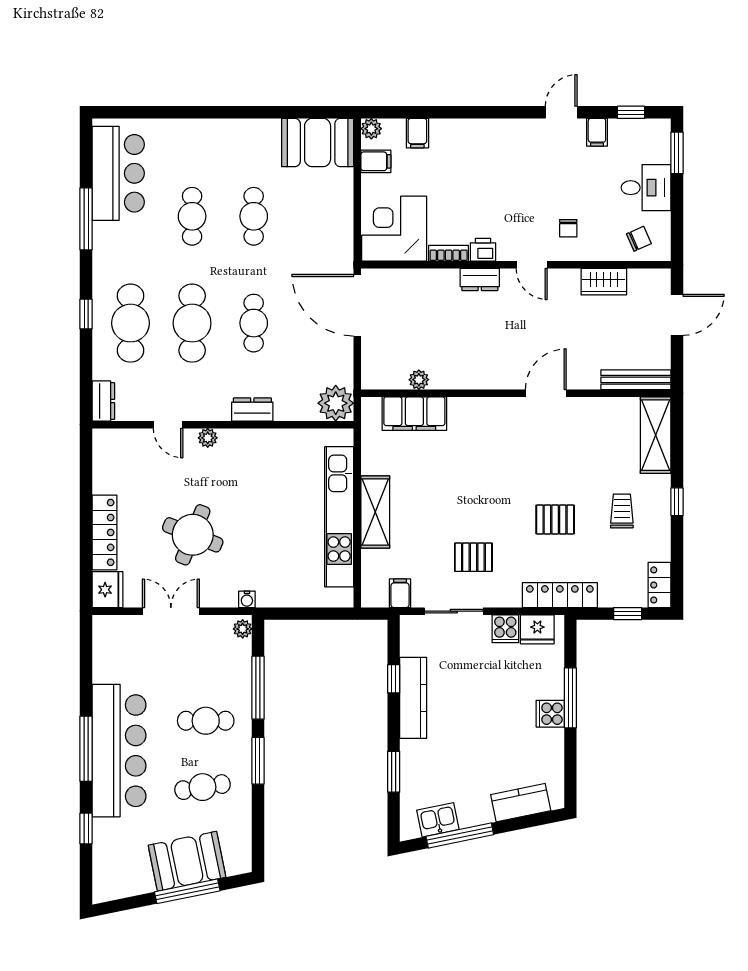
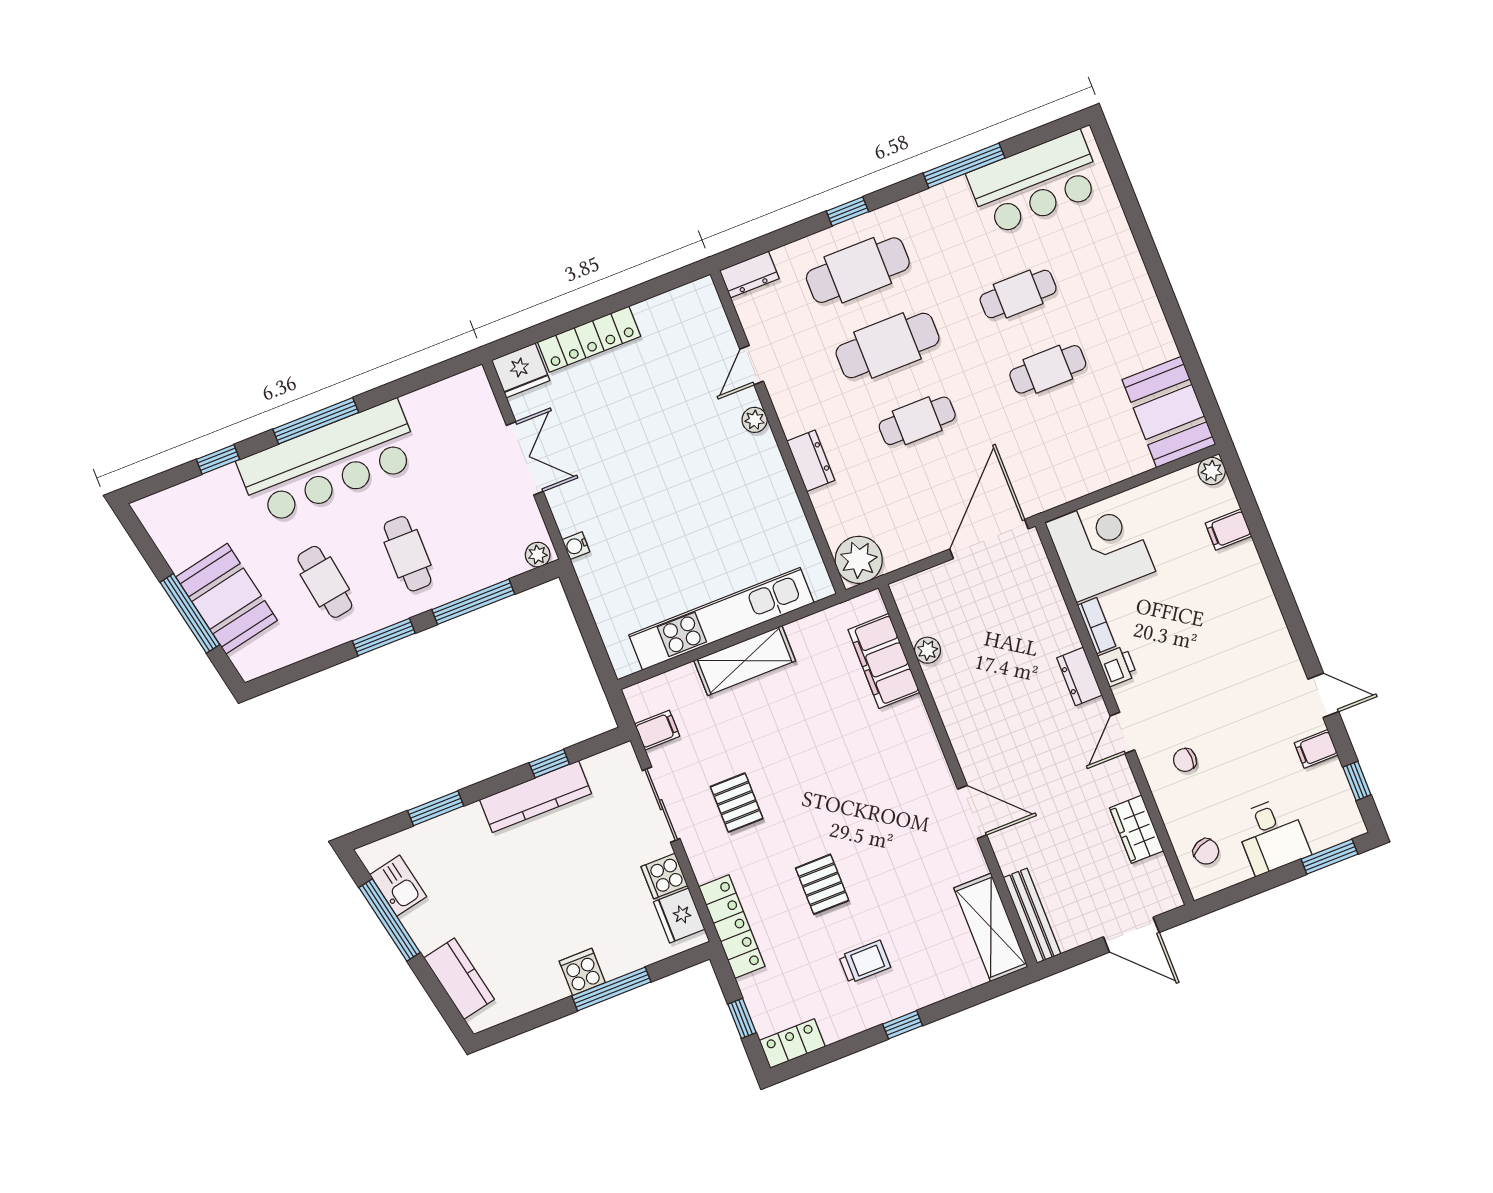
filing cabinet: (376, 161) -> (1174, 492), removed
shelving: (656, 435) -> (991, 927), moved, turned 90
round table: (193, 535) -> (629, 448), removed

